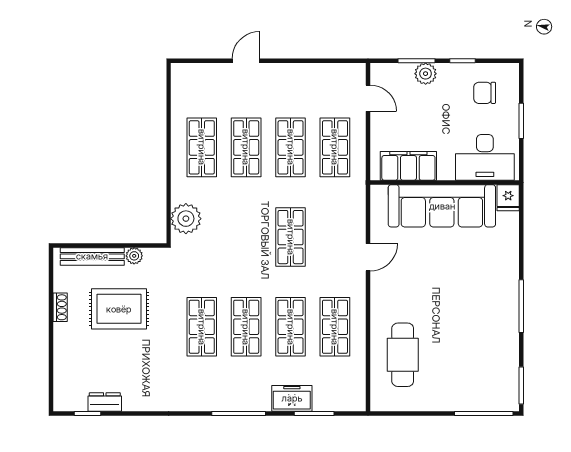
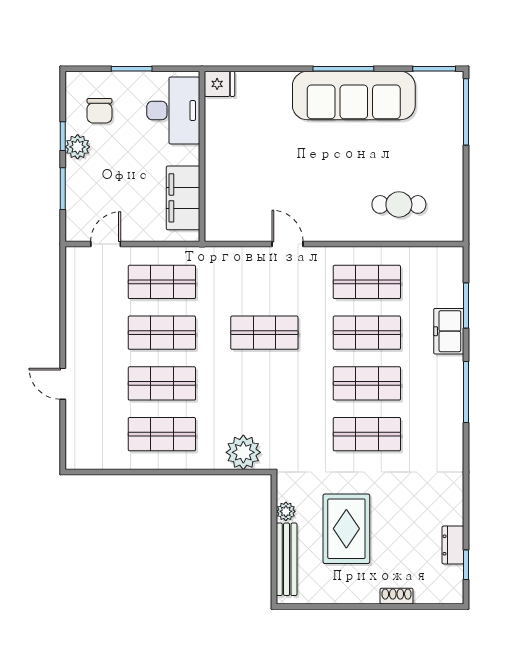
plant: (426, 74) -> (78, 147), moved
sofa: (442, 206) -> (354, 96), moved, turned 90
shoe rack: (60, 307) -> (397, 596), moved
cafe table: (403, 355) -> (399, 204), width x0.73, depth x0.74

